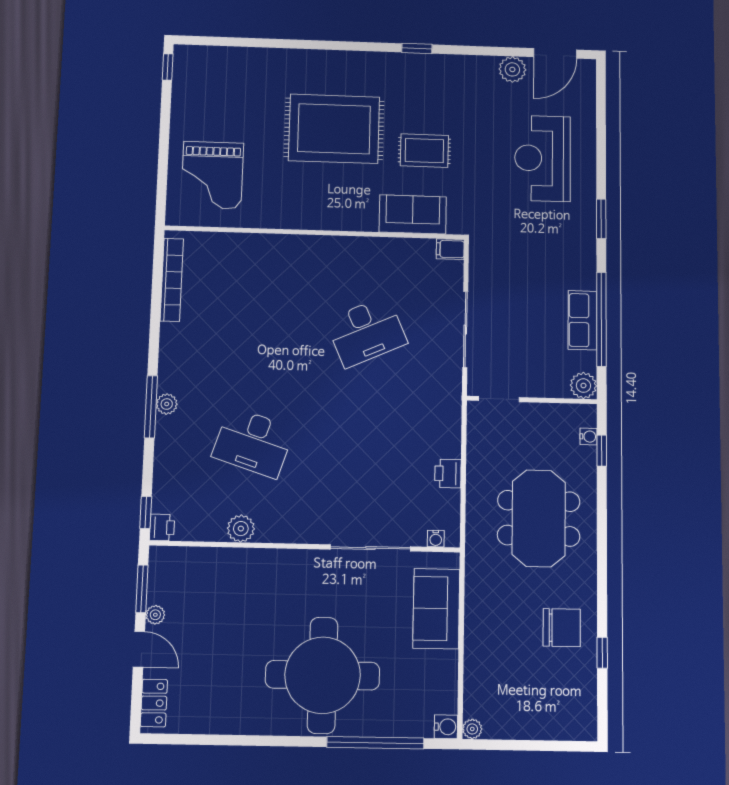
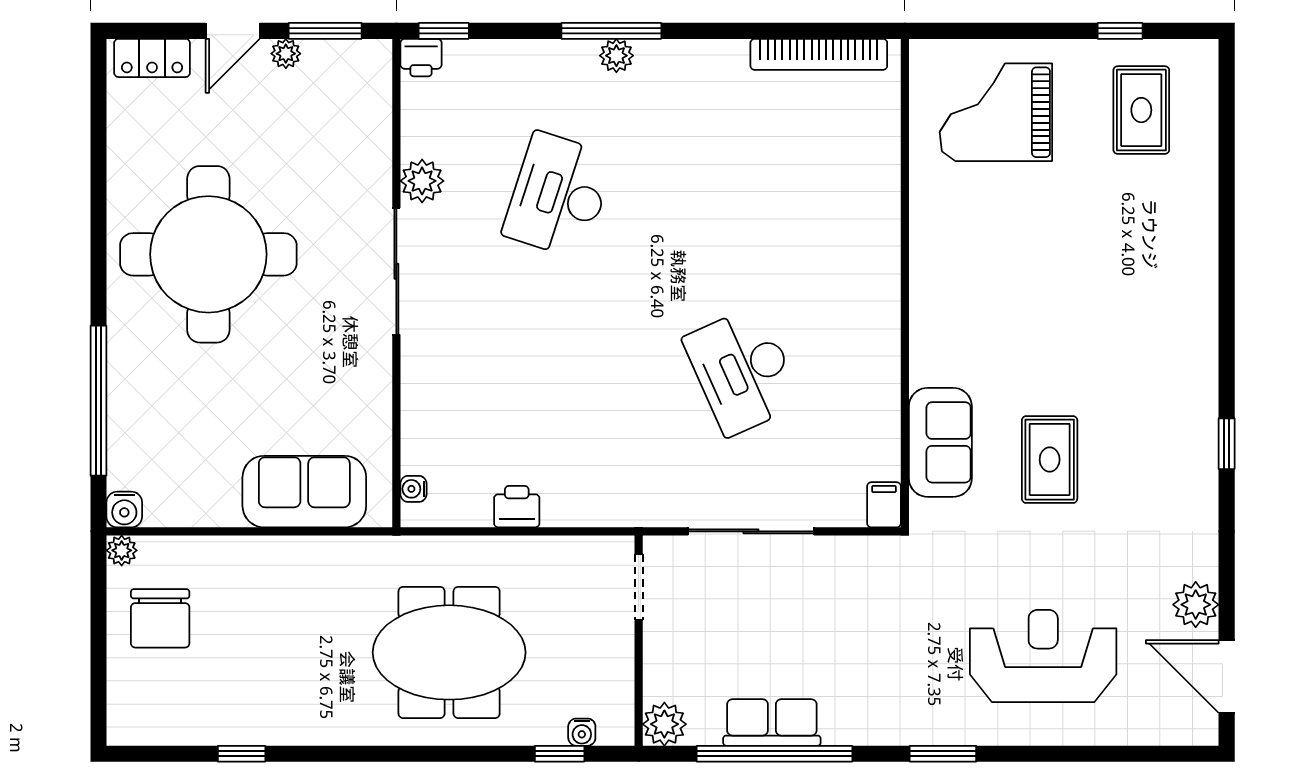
window: (168, 67) -> (1120, 31), moved
rug: (334, 129) -> (1141, 110), moved, width x0.54, depth x0.49
sliding door: (370, 548) -> (396, 271), moved
chair: (562, 628) -> (160, 618), moved
round table: (323, 675) -> (208, 254), moved

